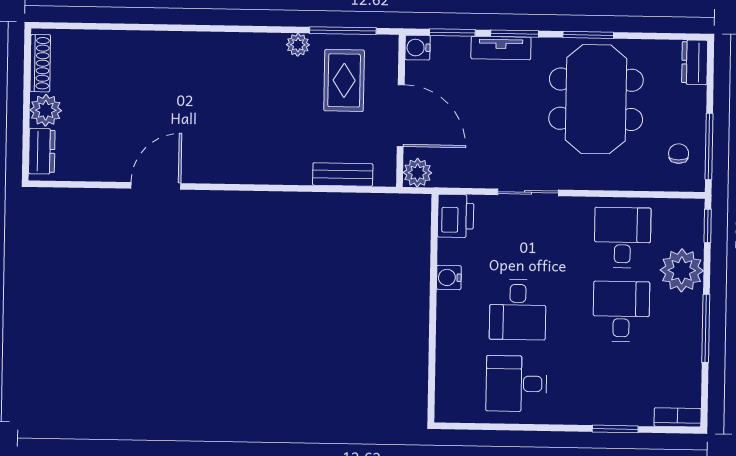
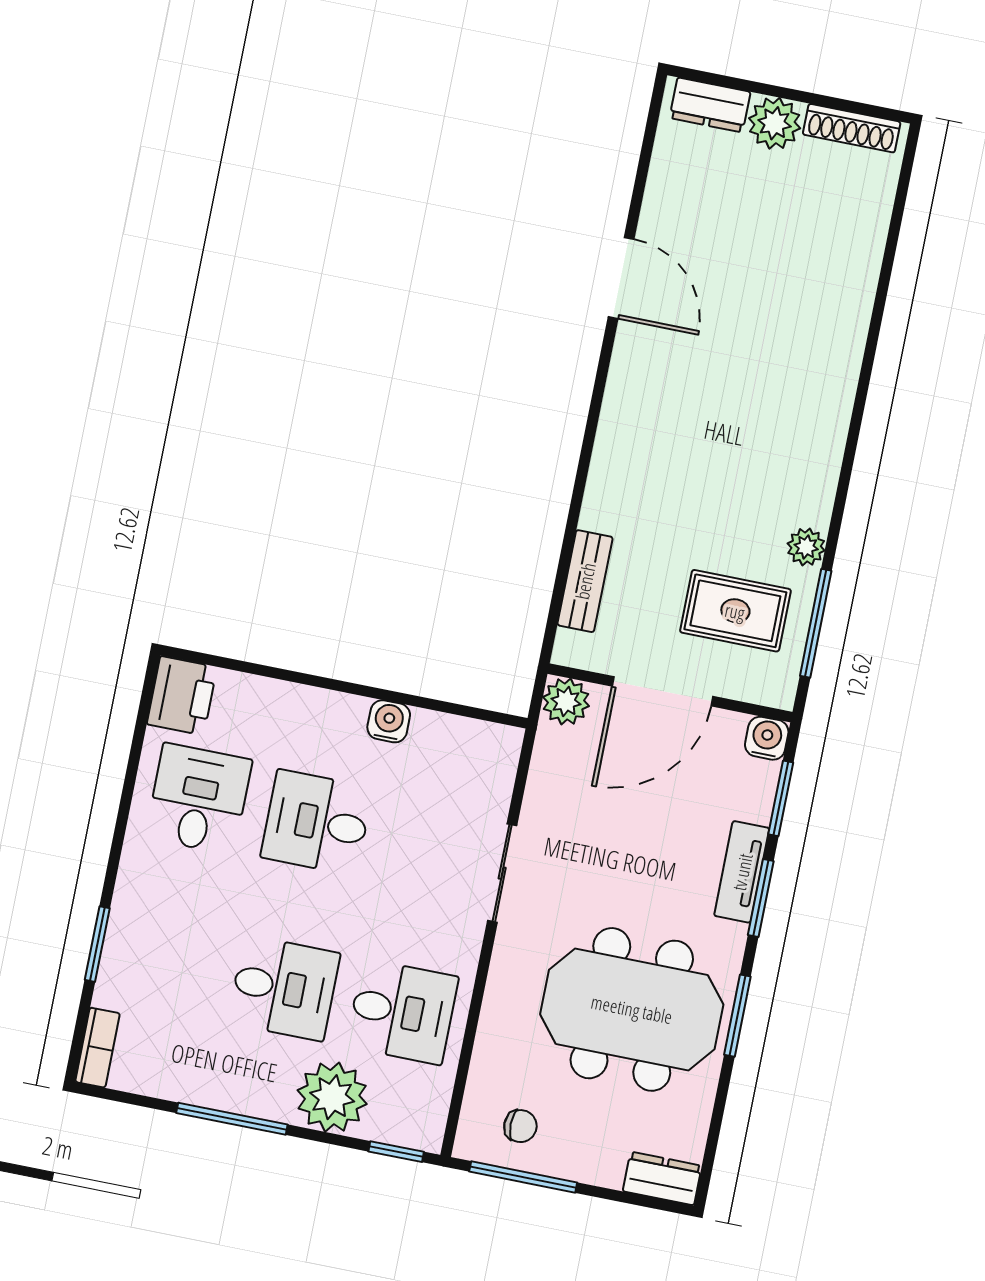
printer: (456, 216) -> (182, 696), moved, turned -90

